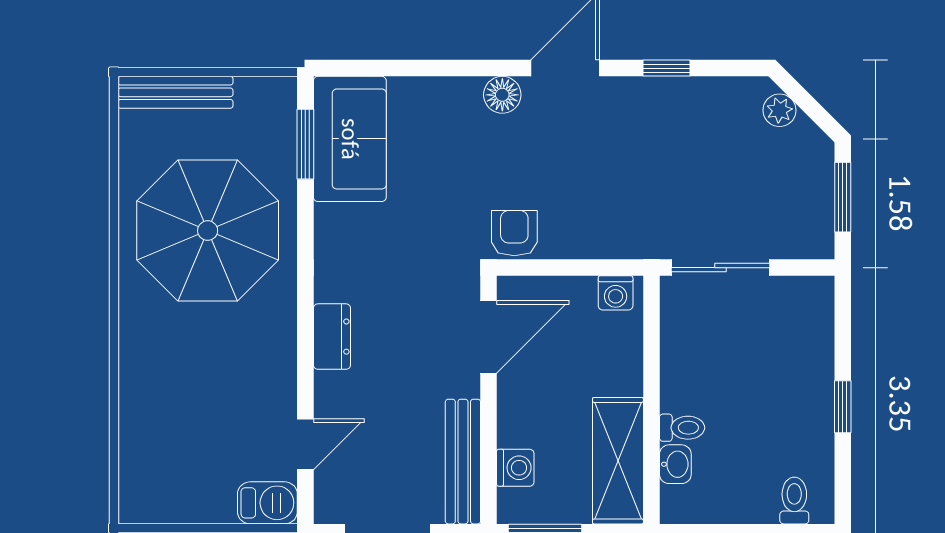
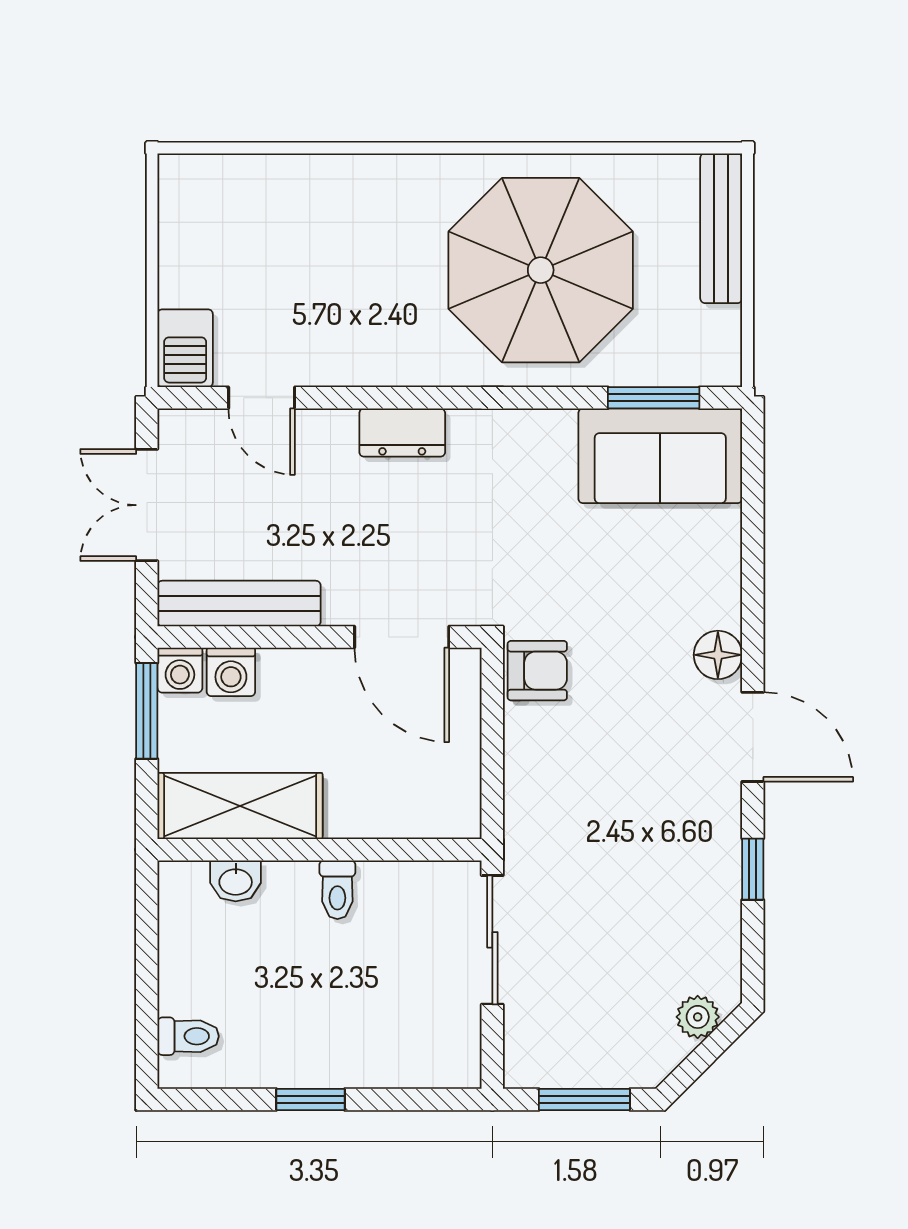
washing machine: (616, 293) -> (180, 670), moved, turned -90
toilet: (682, 428) -> (337, 890), moved

